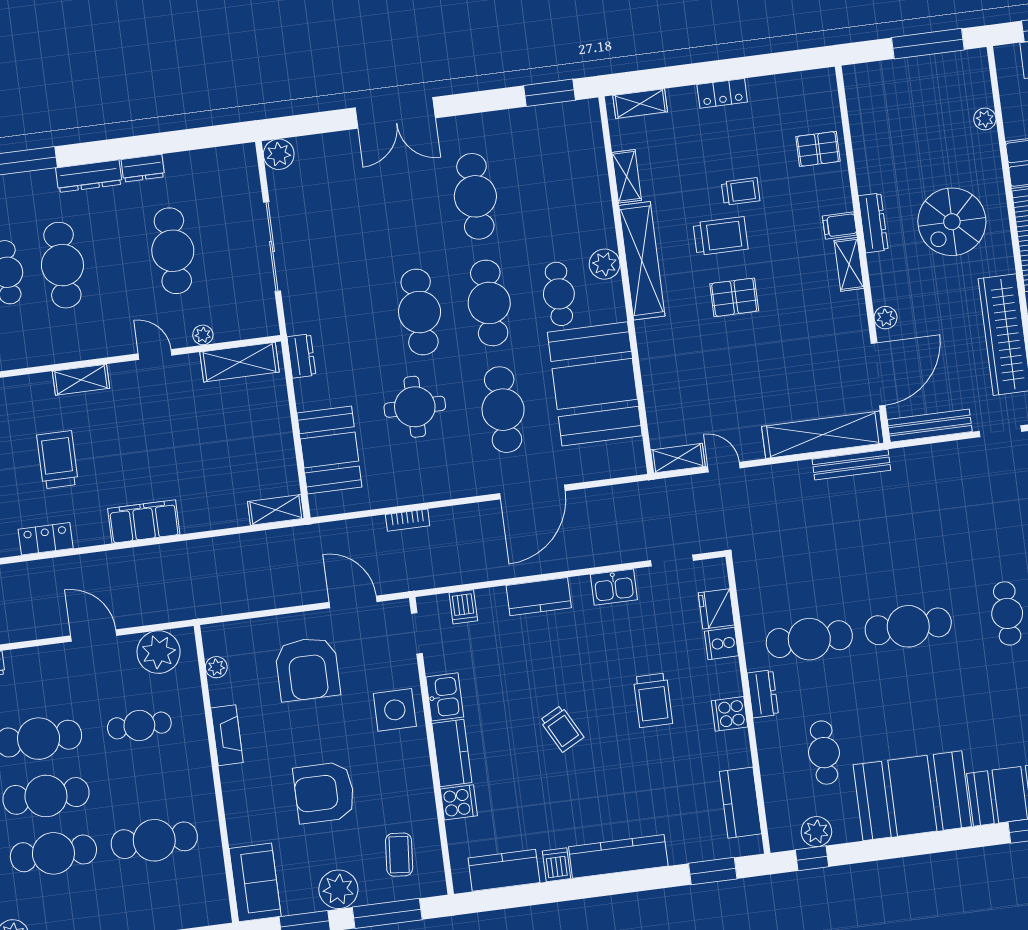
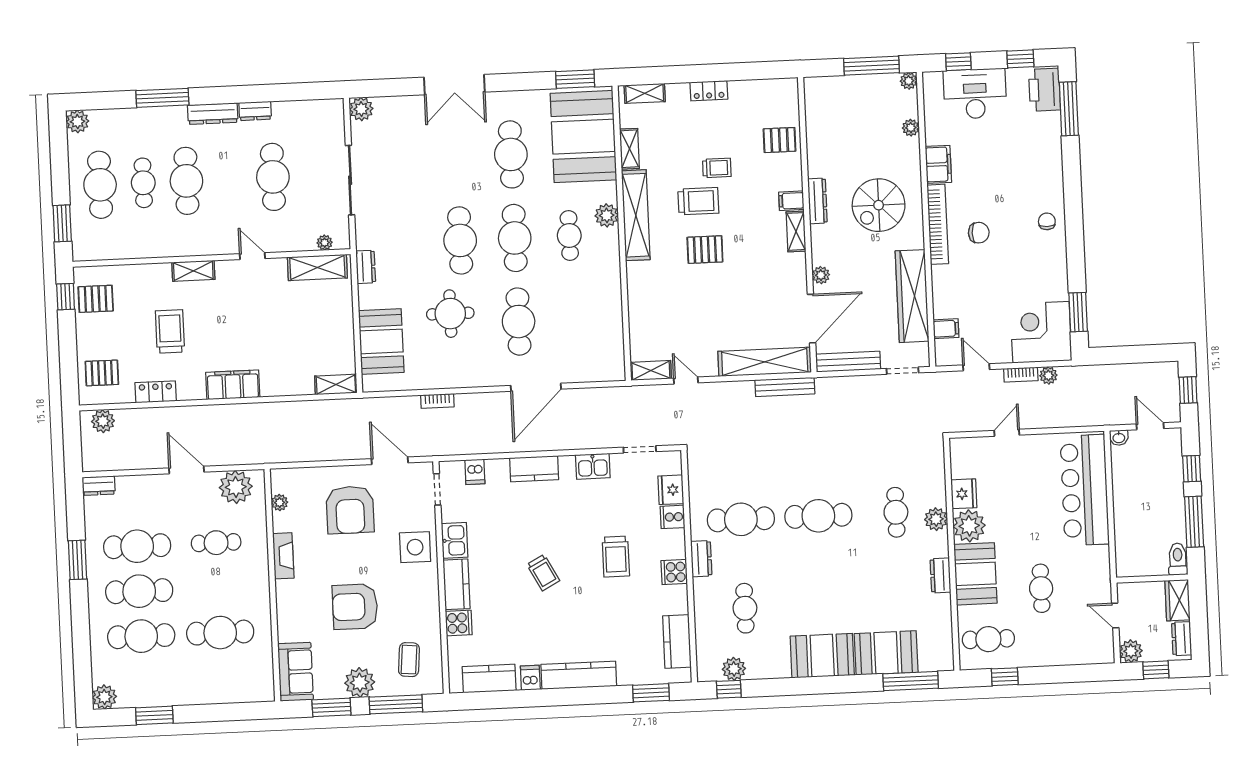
plant: (977, 59) -> (909, 81), added
plant: (203, 335) -> (325, 243), moved
booth: (595, 384) -> (584, 137), moved
booth: (912, 796) -> (822, 656), width x0.73, depth x0.70

